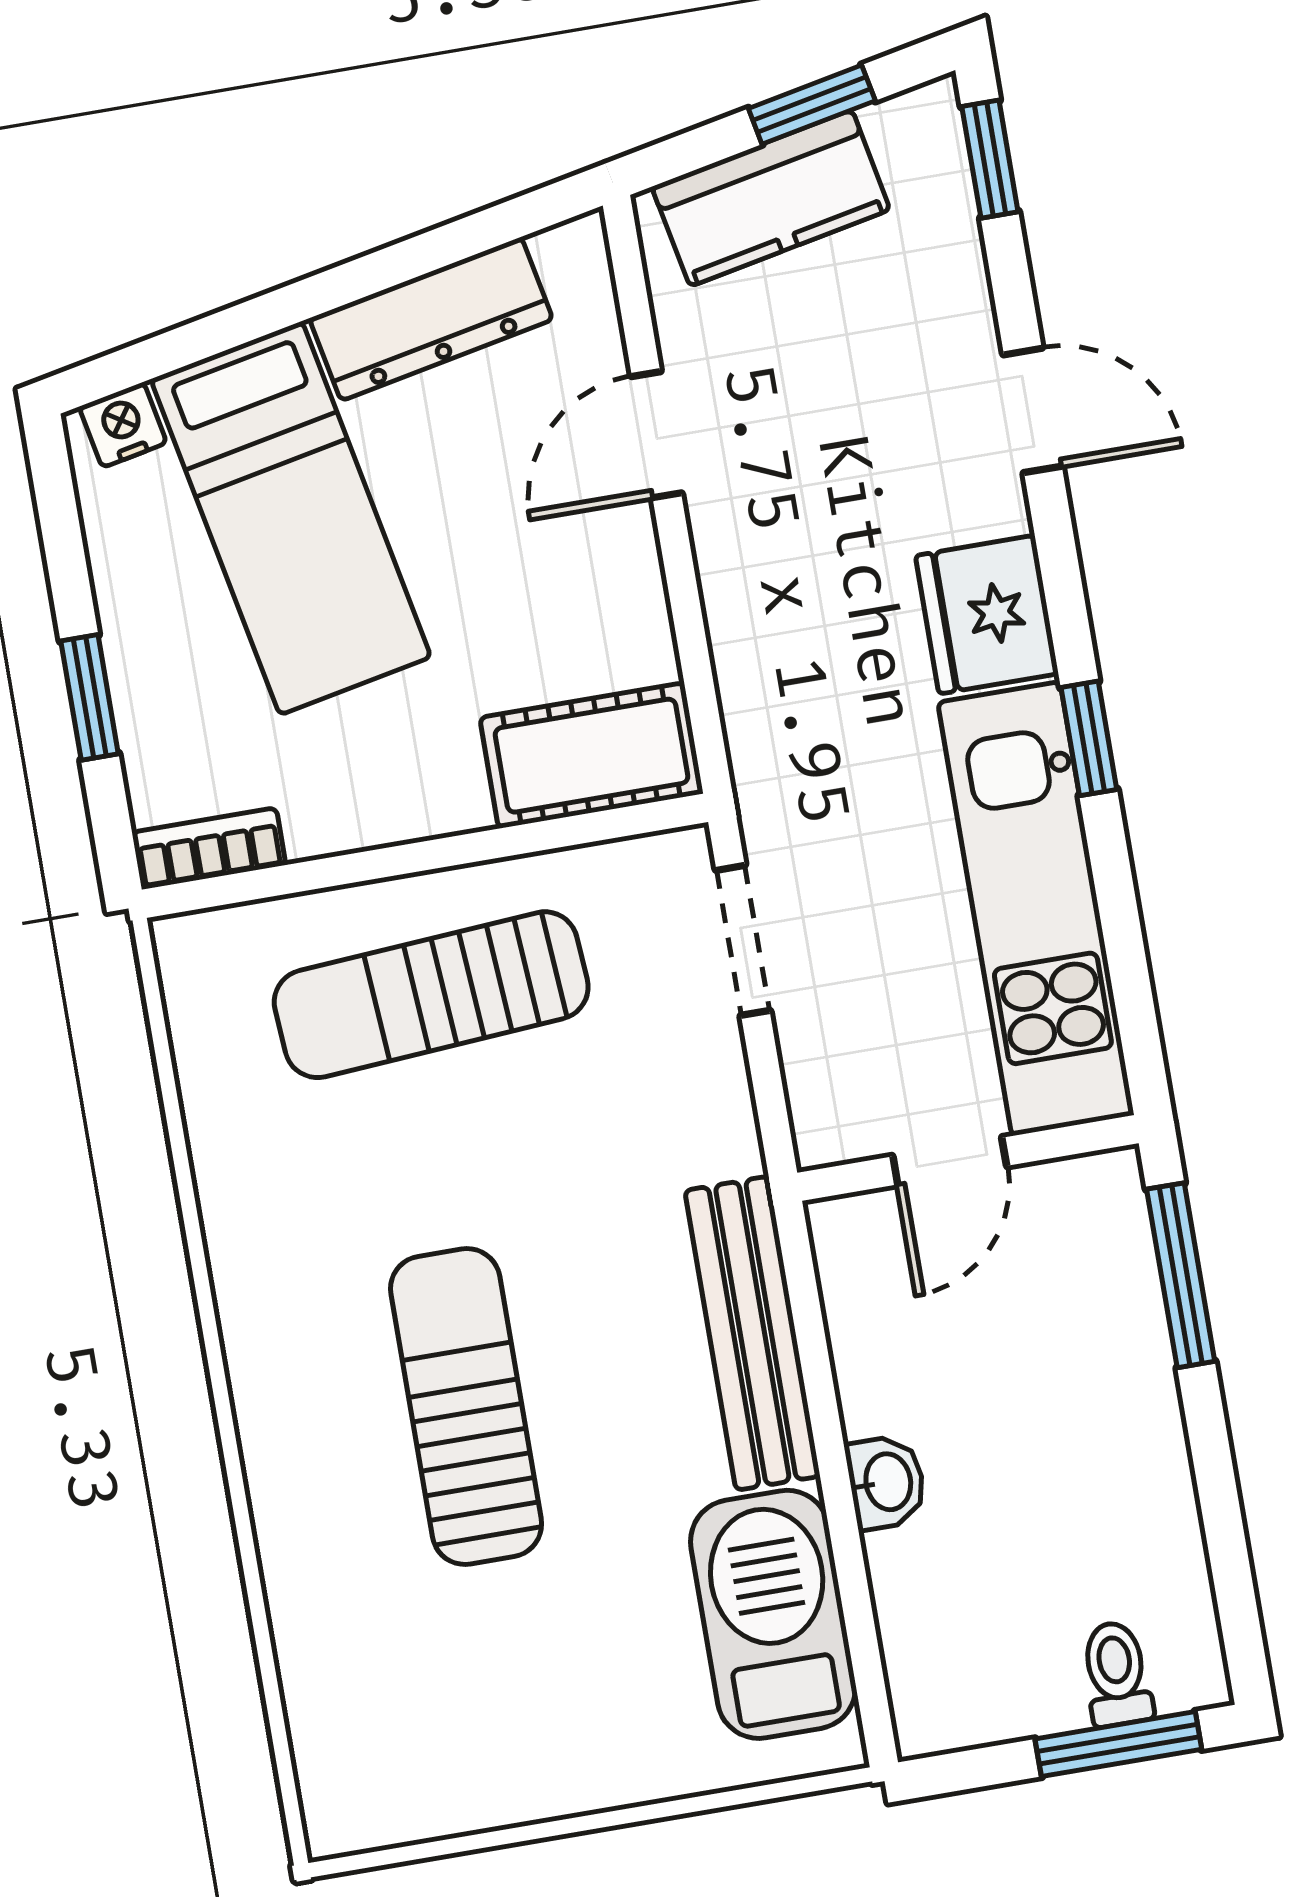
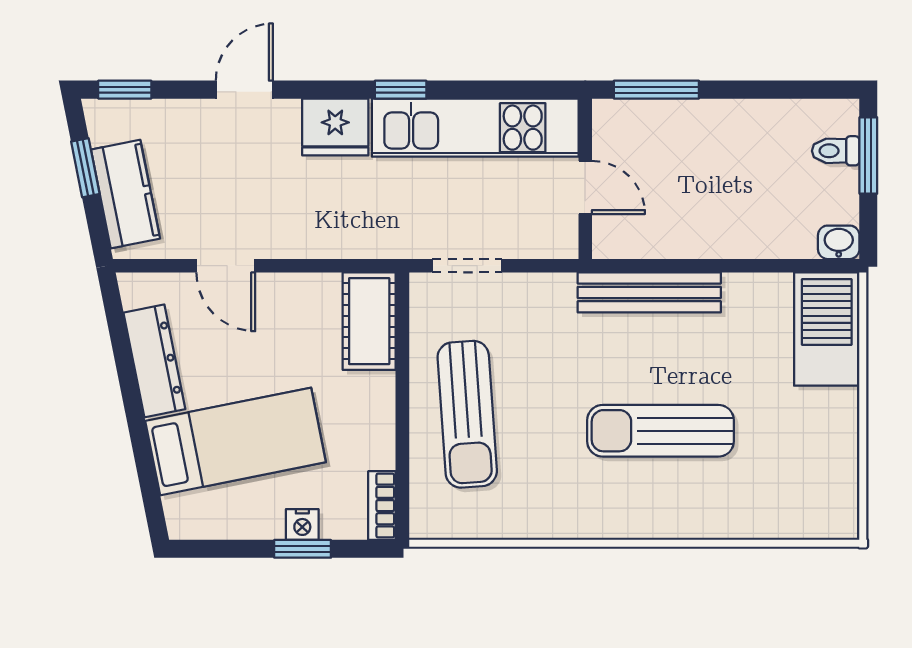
nightstand: (123, 425) -> (302, 524), moved, turned -79
washbasin: (886, 1482) -> (839, 242), moved
barbecue: (773, 1614) -> (827, 329), moved, turned 90

